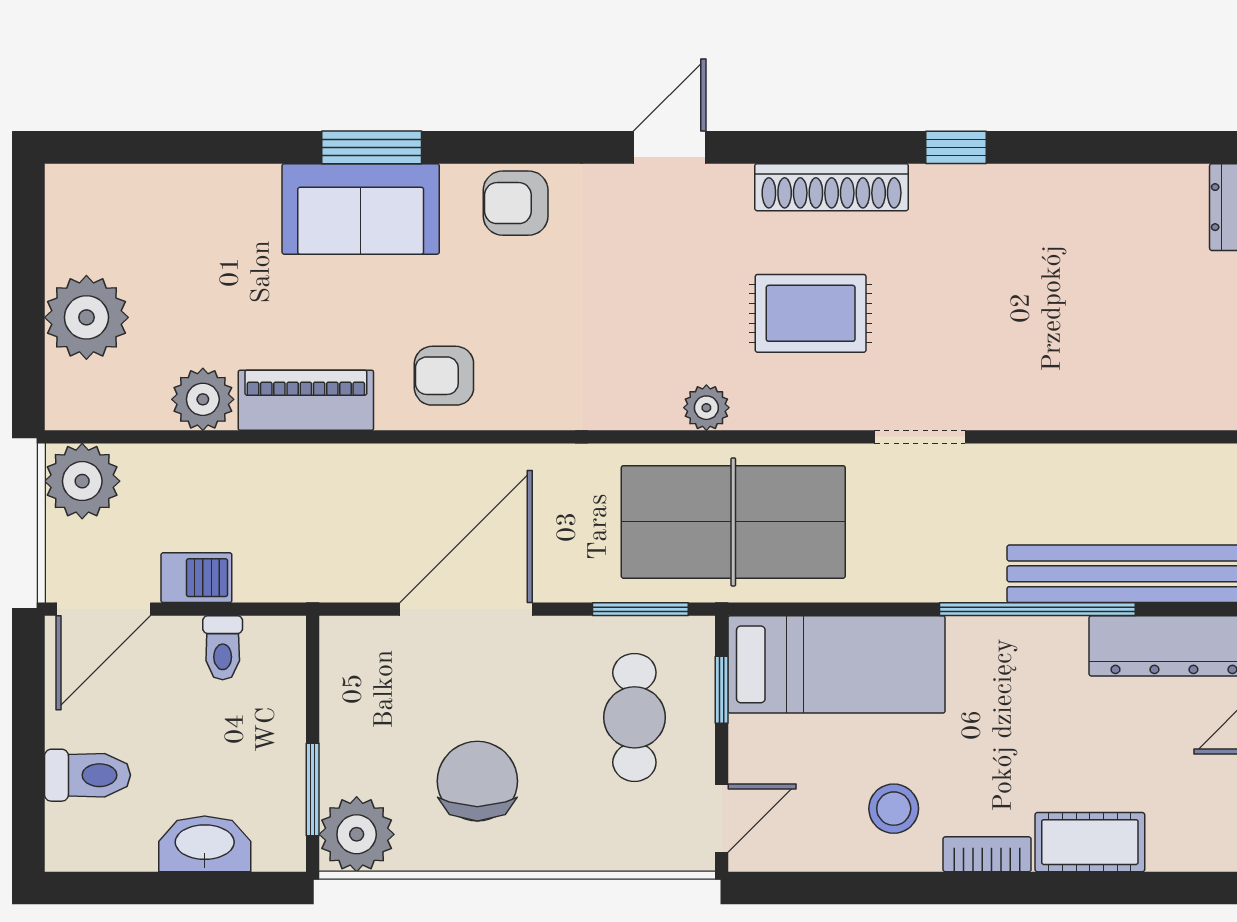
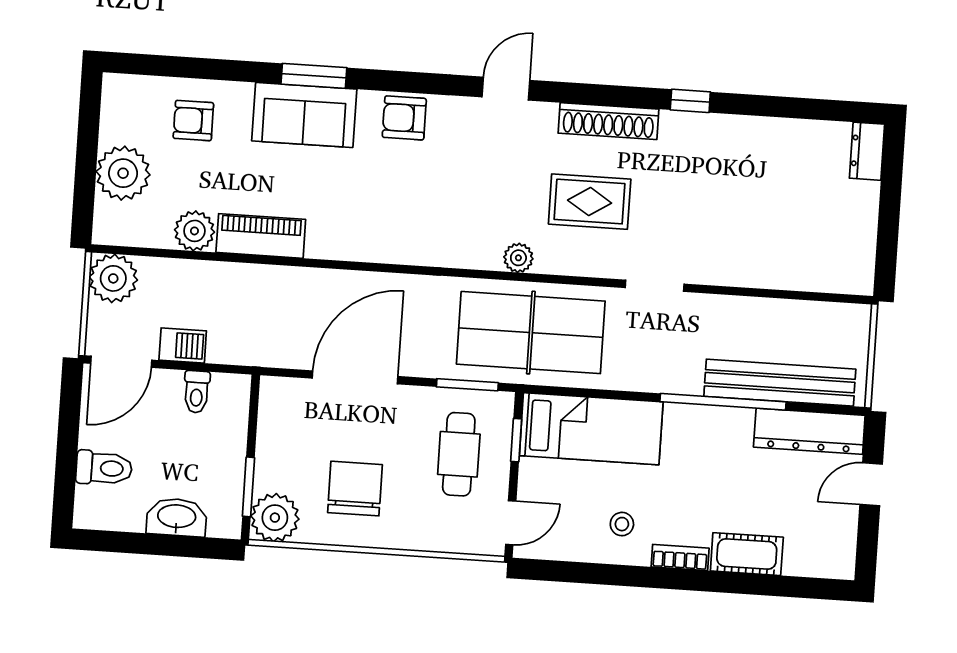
armchair: (444, 376) -> (193, 121), moved
stool: (894, 809) -> (622, 524), width x0.73, depth x0.73

